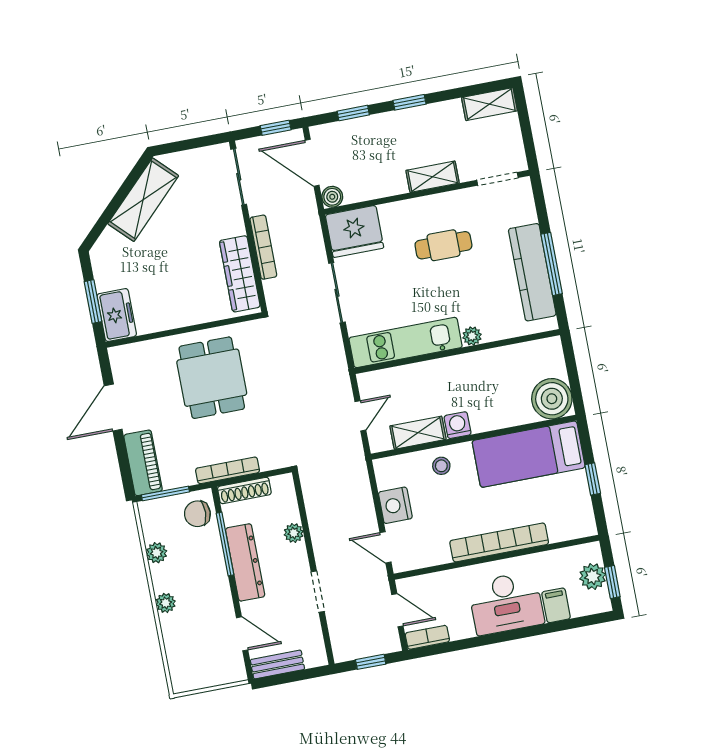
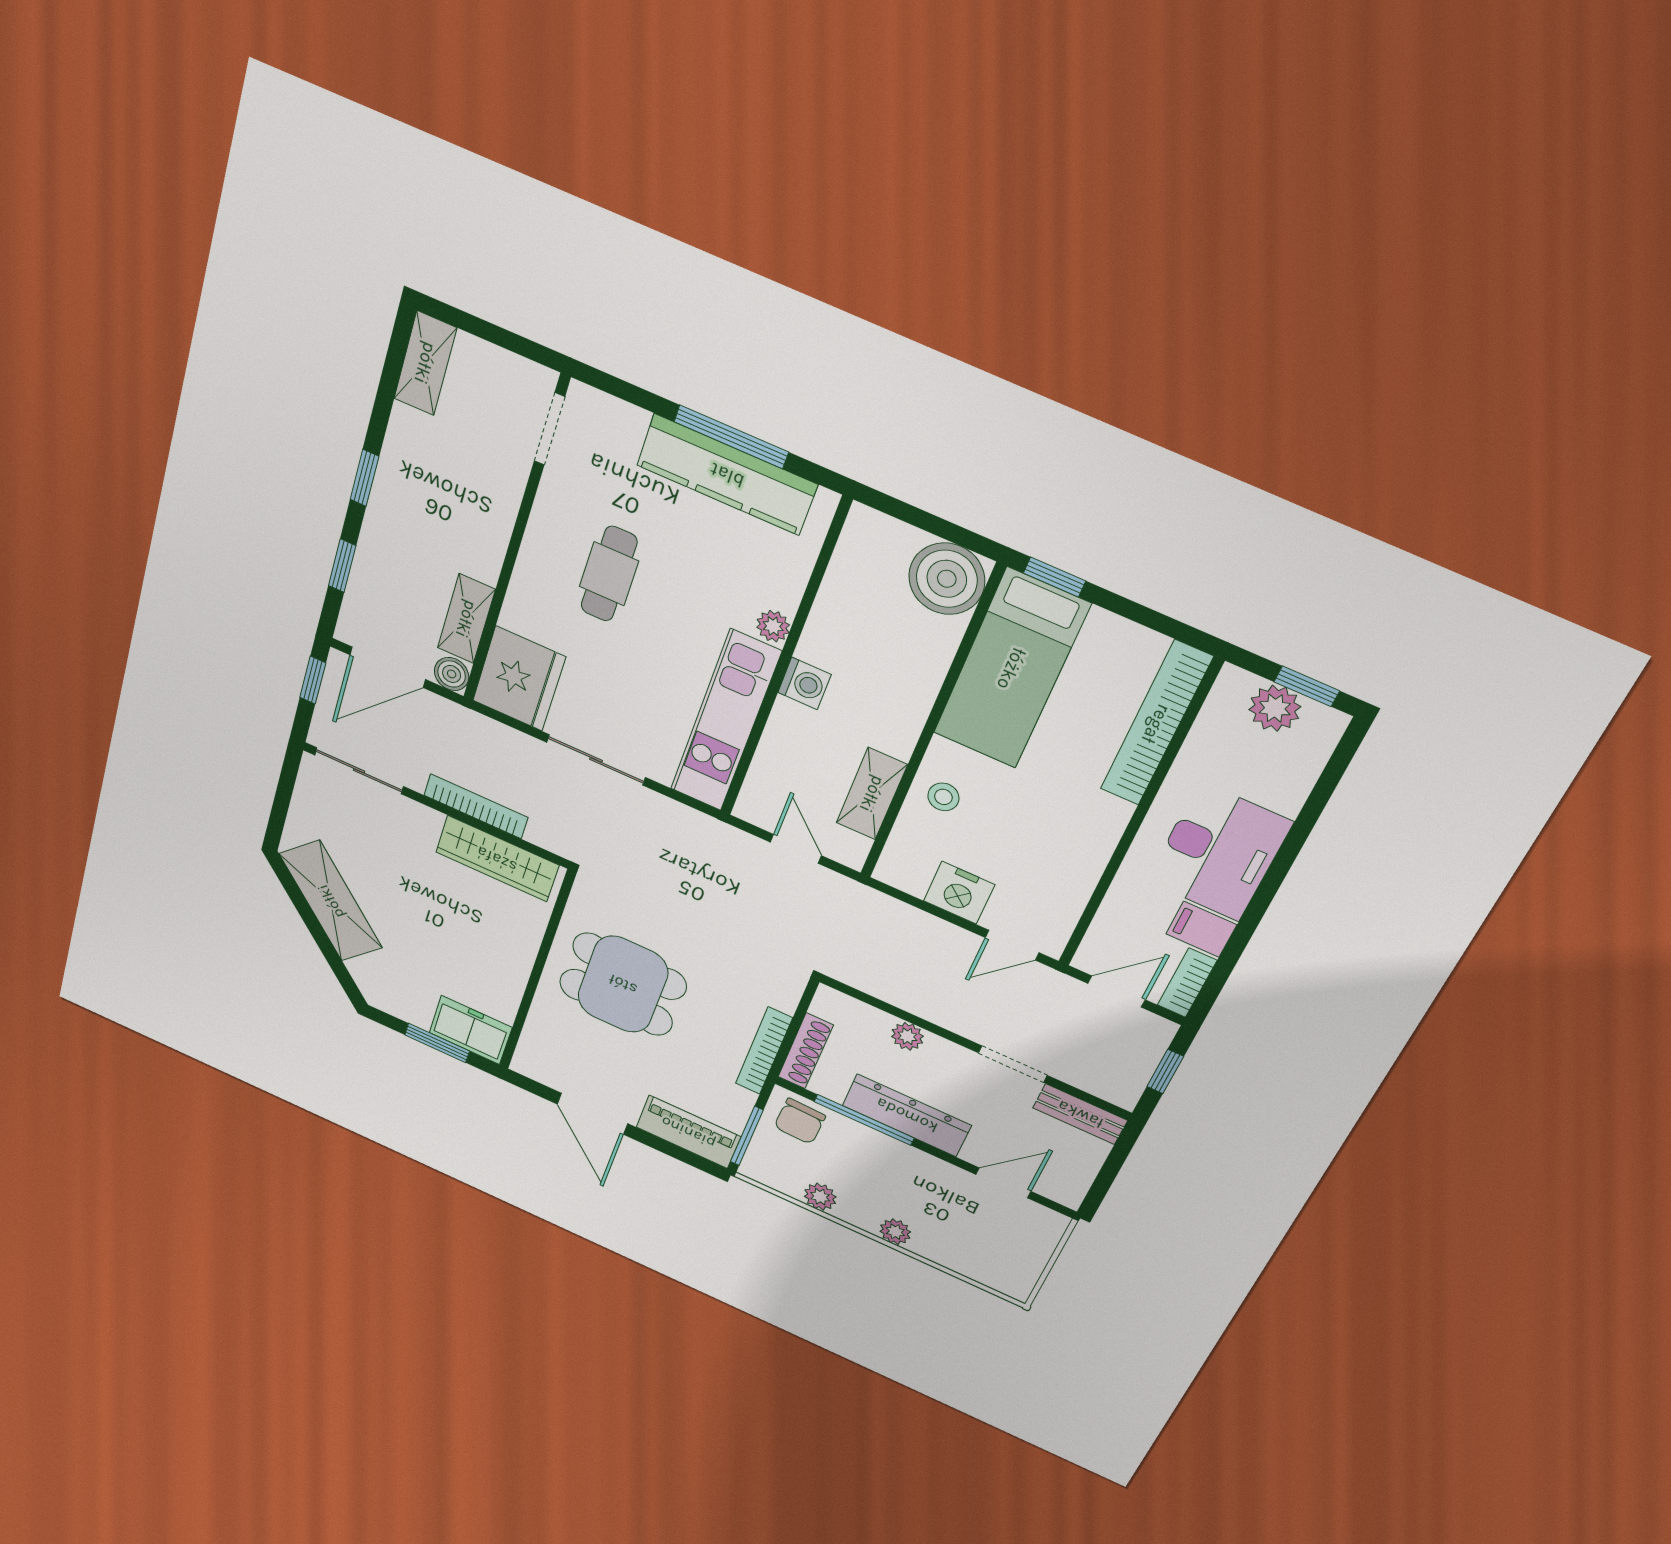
shelving: (433, 177) -> (466, 619), moved
washing machine: (458, 425) -> (804, 683), moved, turned 180
window: (593, 479) -> (1055, 577), moved
bookcase: (499, 542) -> (1156, 724), moved
filing cabinet: (556, 605) -> (1201, 929), moved
bench: (277, 664) -> (1080, 1114), moved, turned 90

